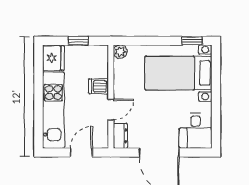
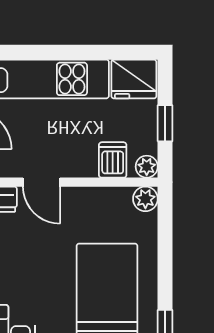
plant: (102, 51) -> (147, 167), added
dishwasher: (98, 86) -> (113, 160), moved

